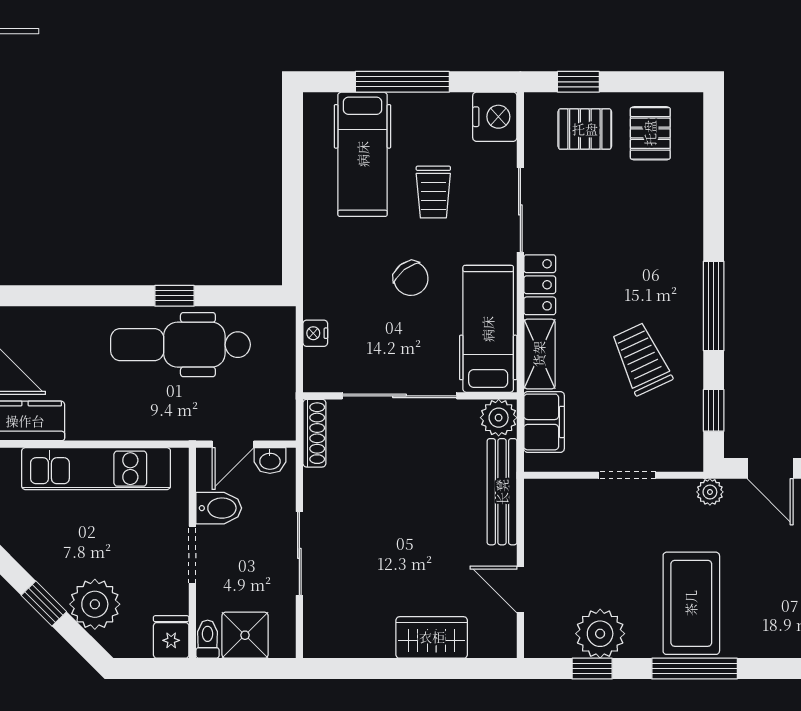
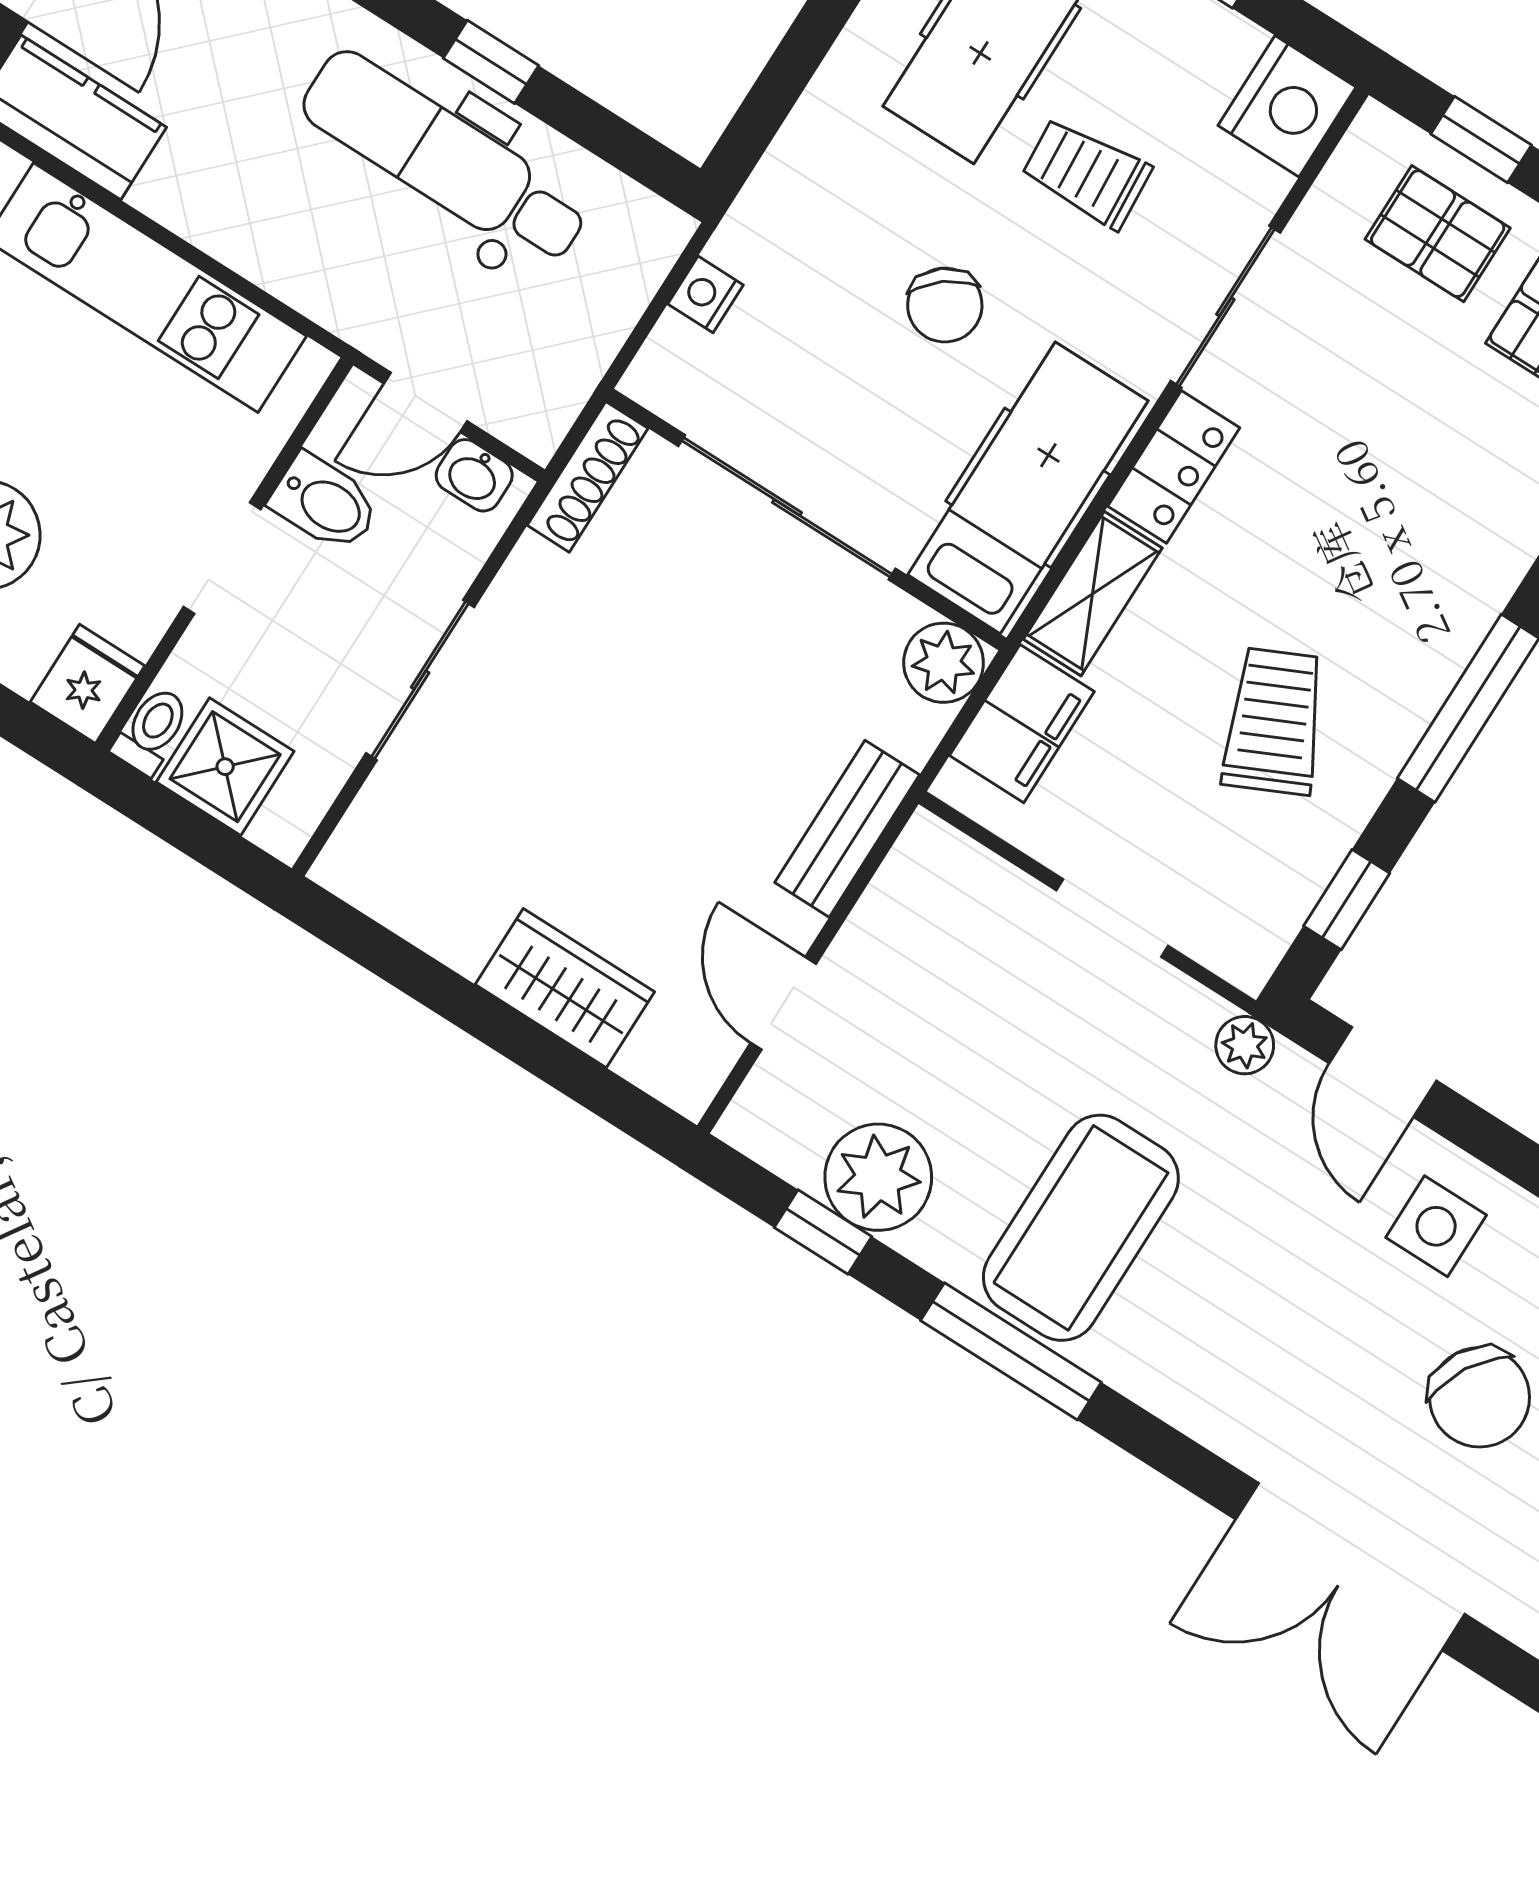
trolley: (433, 192) -> (1086, 173), turned 86
bench: (502, 492) -> (847, 829), width x0.73

